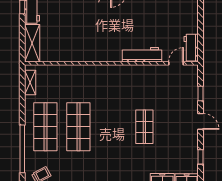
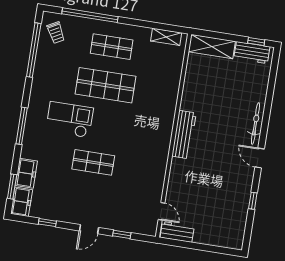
workbench: (142, 55) -> (184, 135), moved
shop shelf: (45, 127) -> (112, 47), width x0.70, depth x0.74
checkout: (112, 152) -> (70, 120), added

